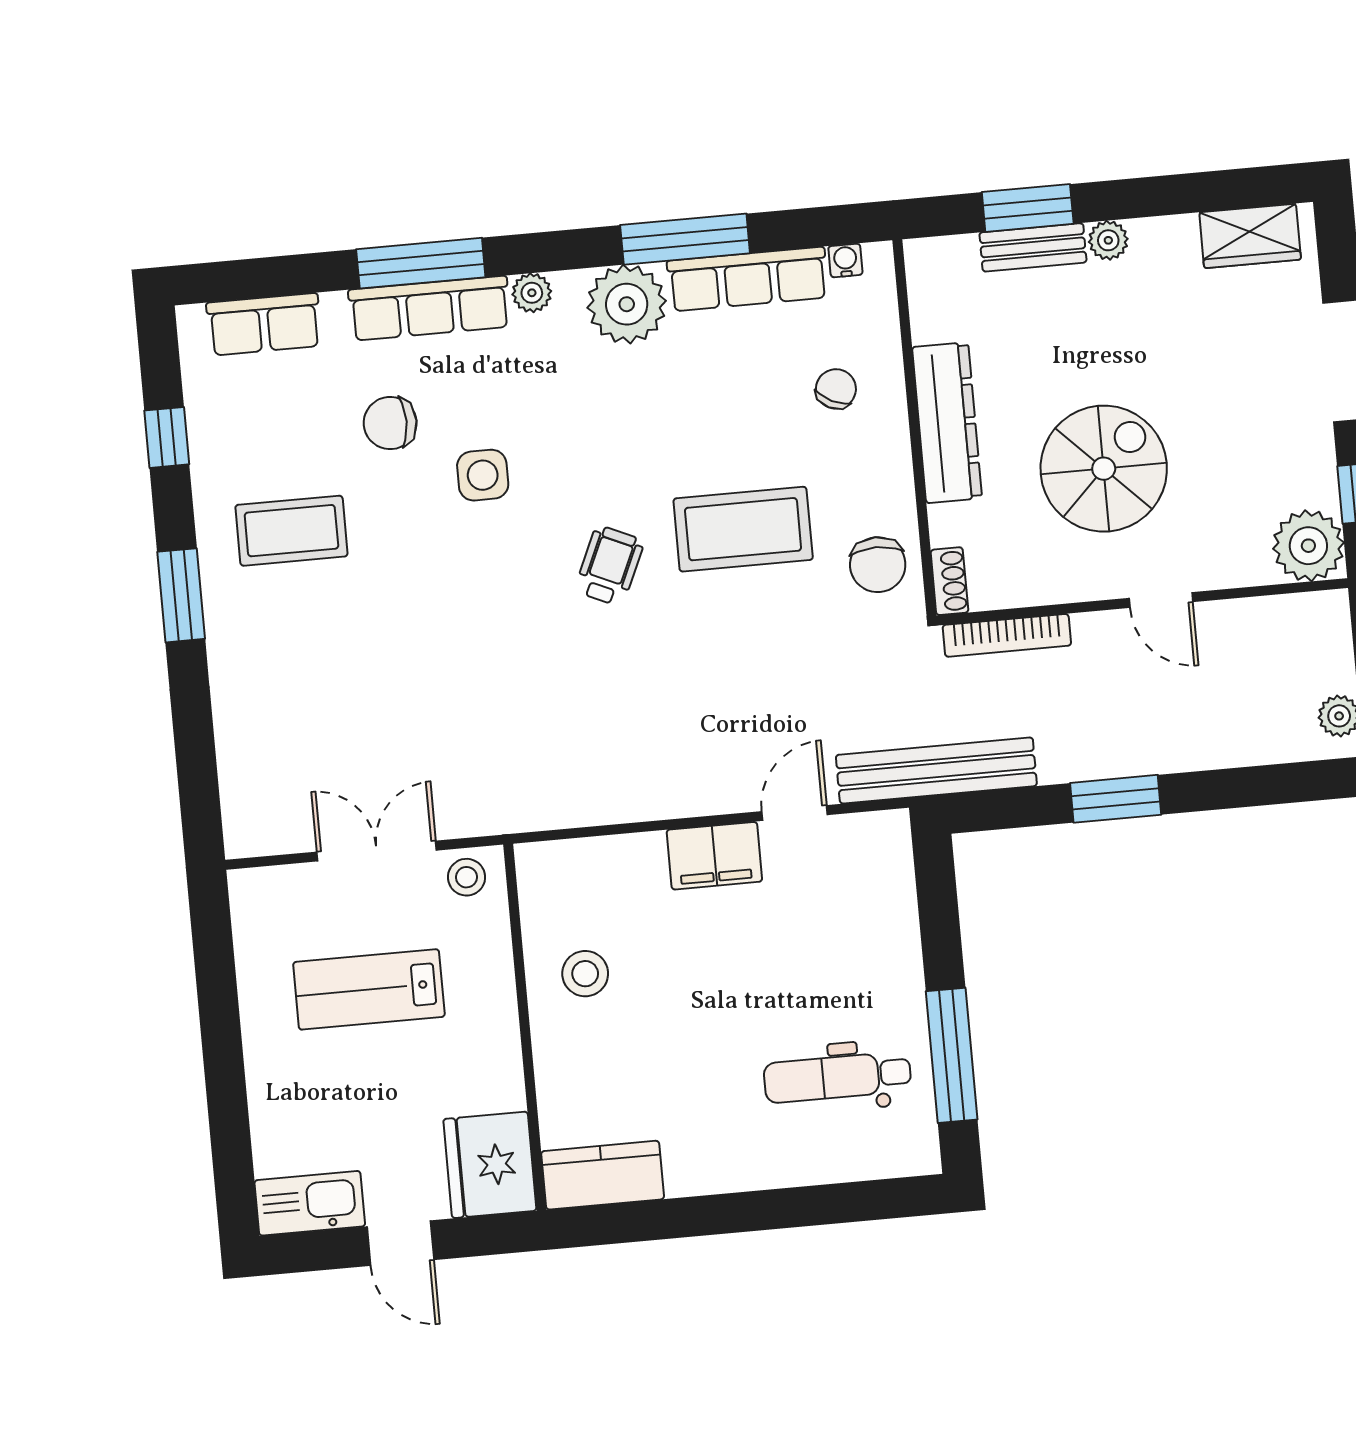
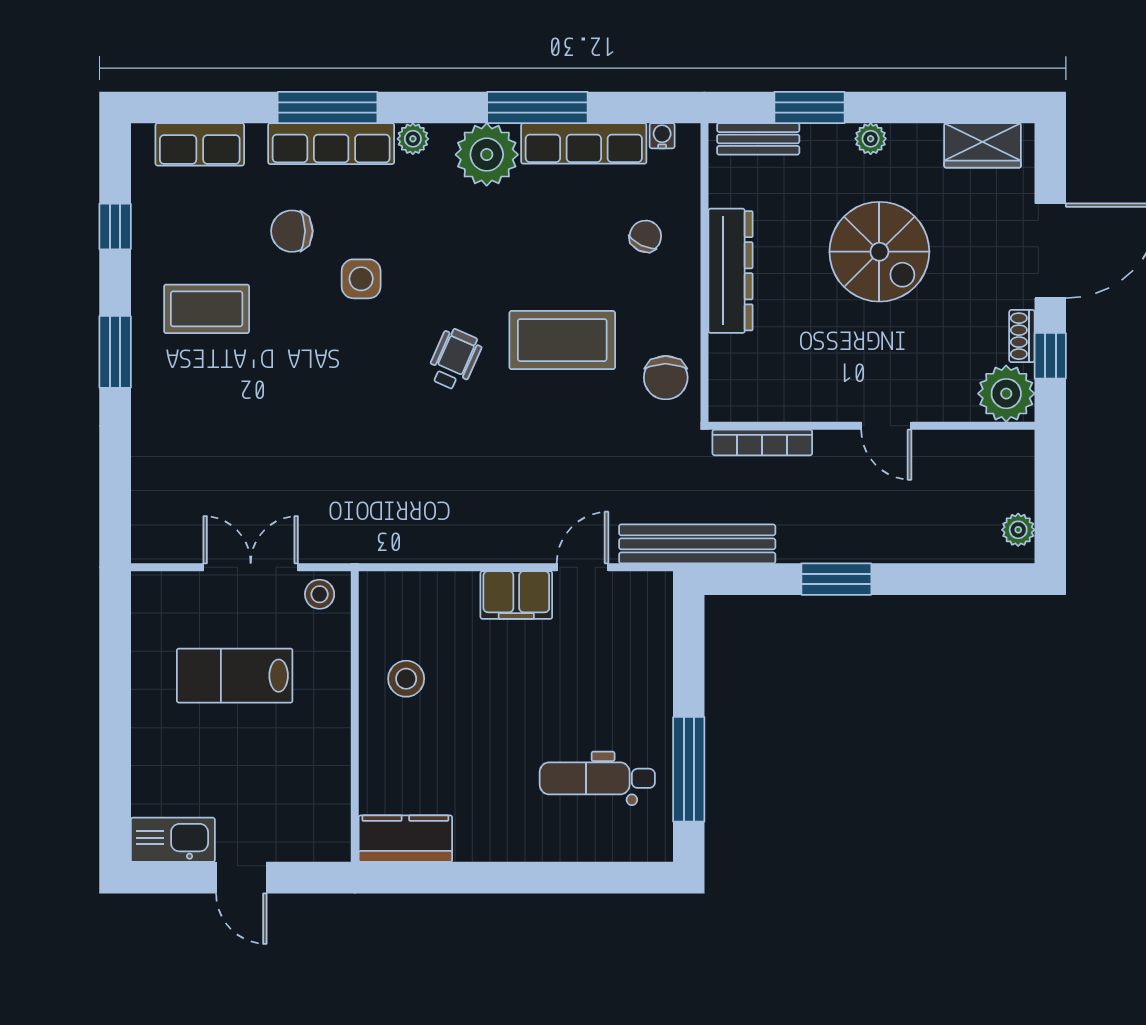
bench: (1033, 247) -> (758, 139), moved
spiral stairs: (1104, 469) -> (879, 252), moved, turned 90
shoe rack: (949, 581) -> (1022, 336), moved, turned 180
fridge: (490, 1165) -> (317, 822), removed

